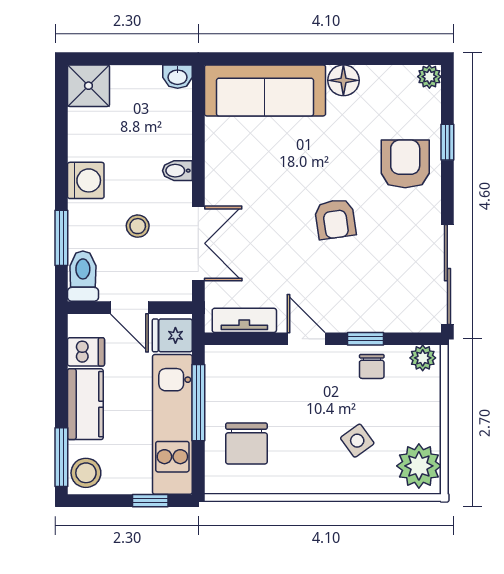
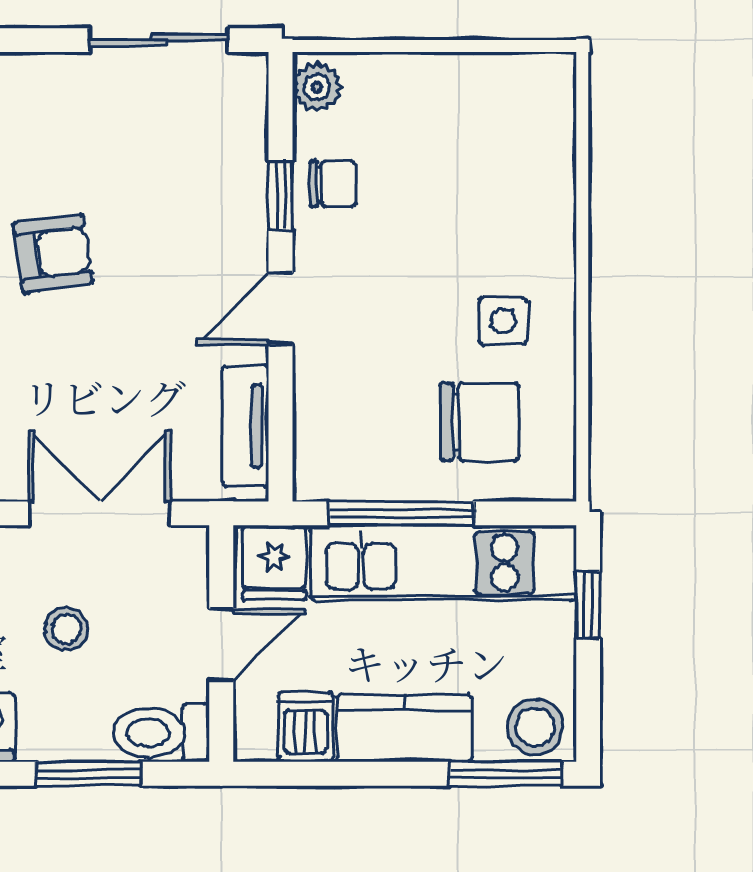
sliding door: (447, 275) -> (158, 40), width x0.73
side table: (357, 441) -> (503, 321), moved, turned 36
plant: (419, 466) -> (522, 94), removed

